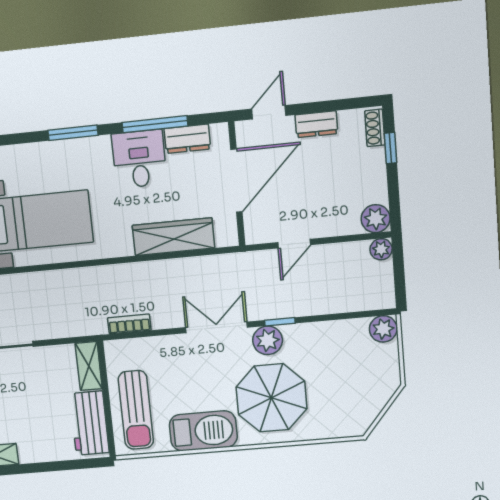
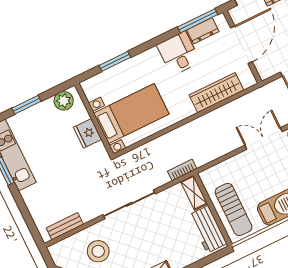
window: (155, 124) -> (198, 21), moved
window: (73, 133) -> (115, 61), moved
bookcase: (129, 324) -> (182, 170), moved

